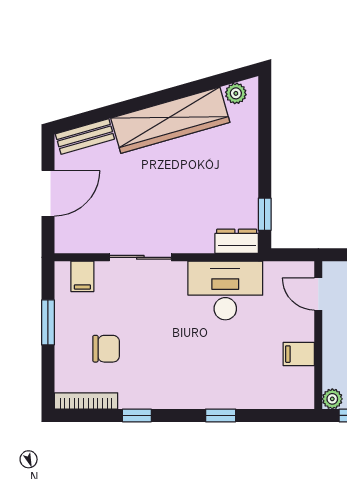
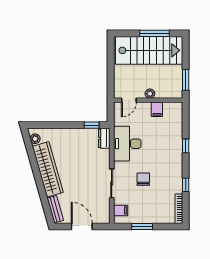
chair: (106, 349) -> (143, 179), moved
plant: (332, 399) -> (150, 94), moved

